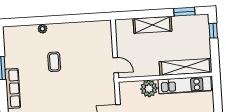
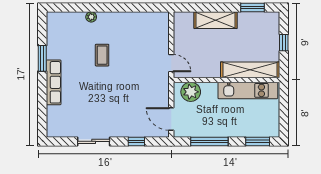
window: (213, 31) -> (284, 43), moved
plant: (149, 89) -> (191, 92), moved

